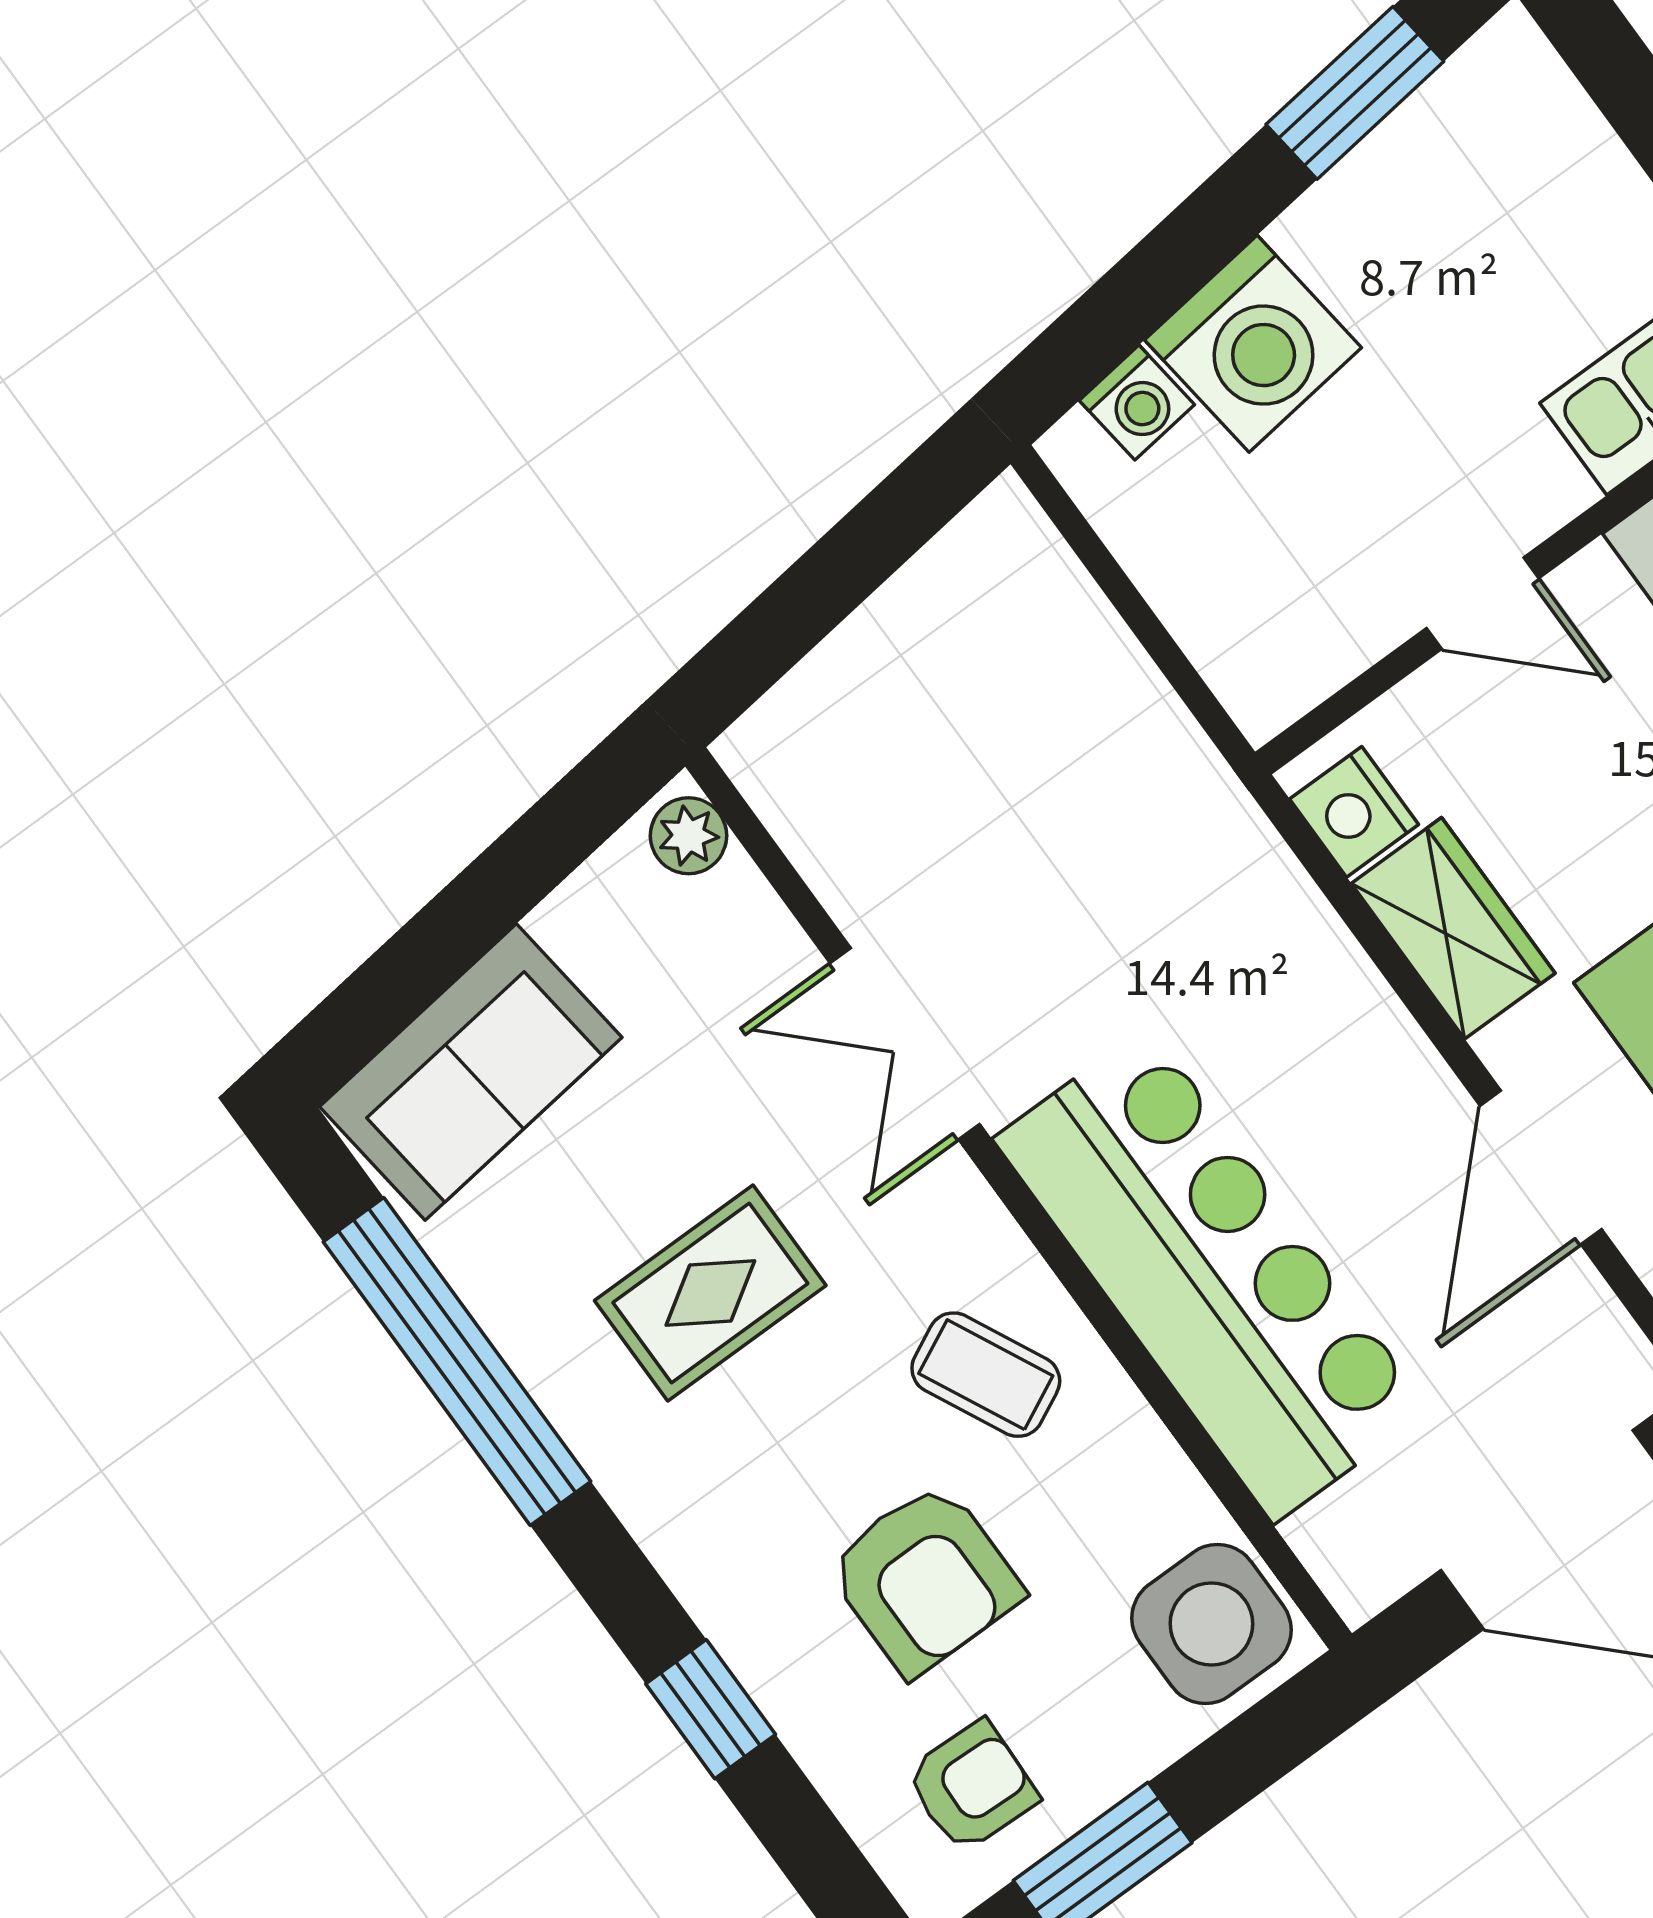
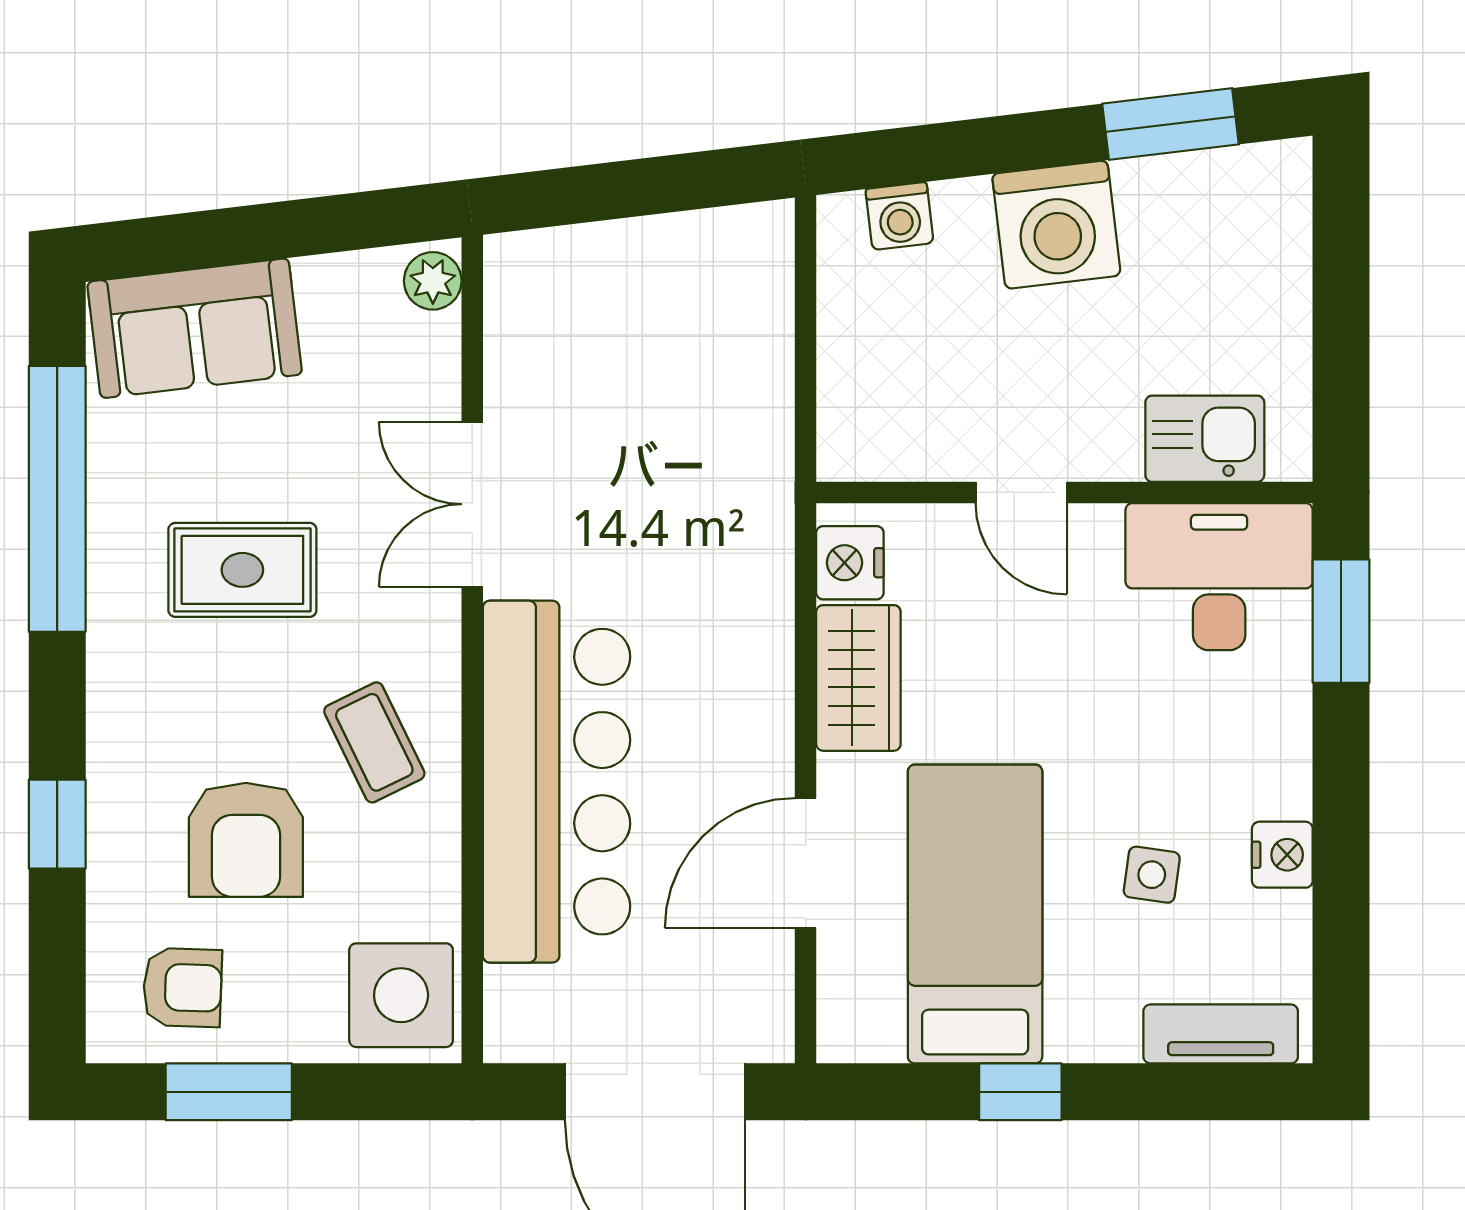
washing machine: (1253, 344) -> (1056, 225), moved

